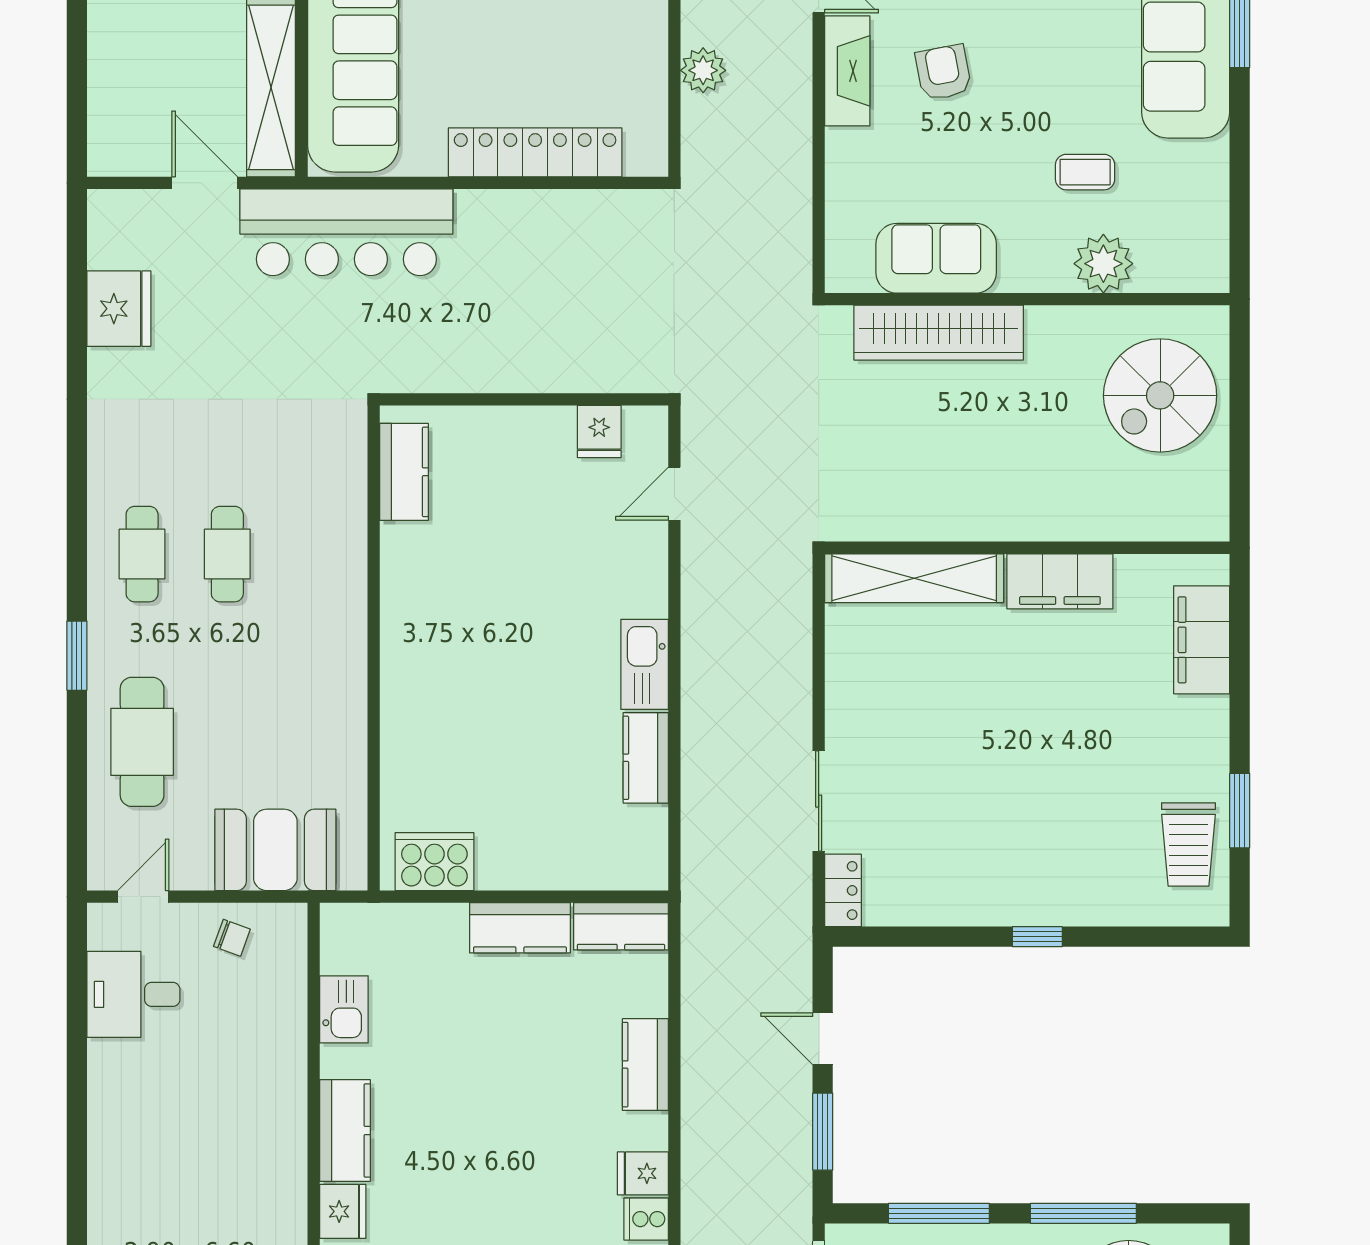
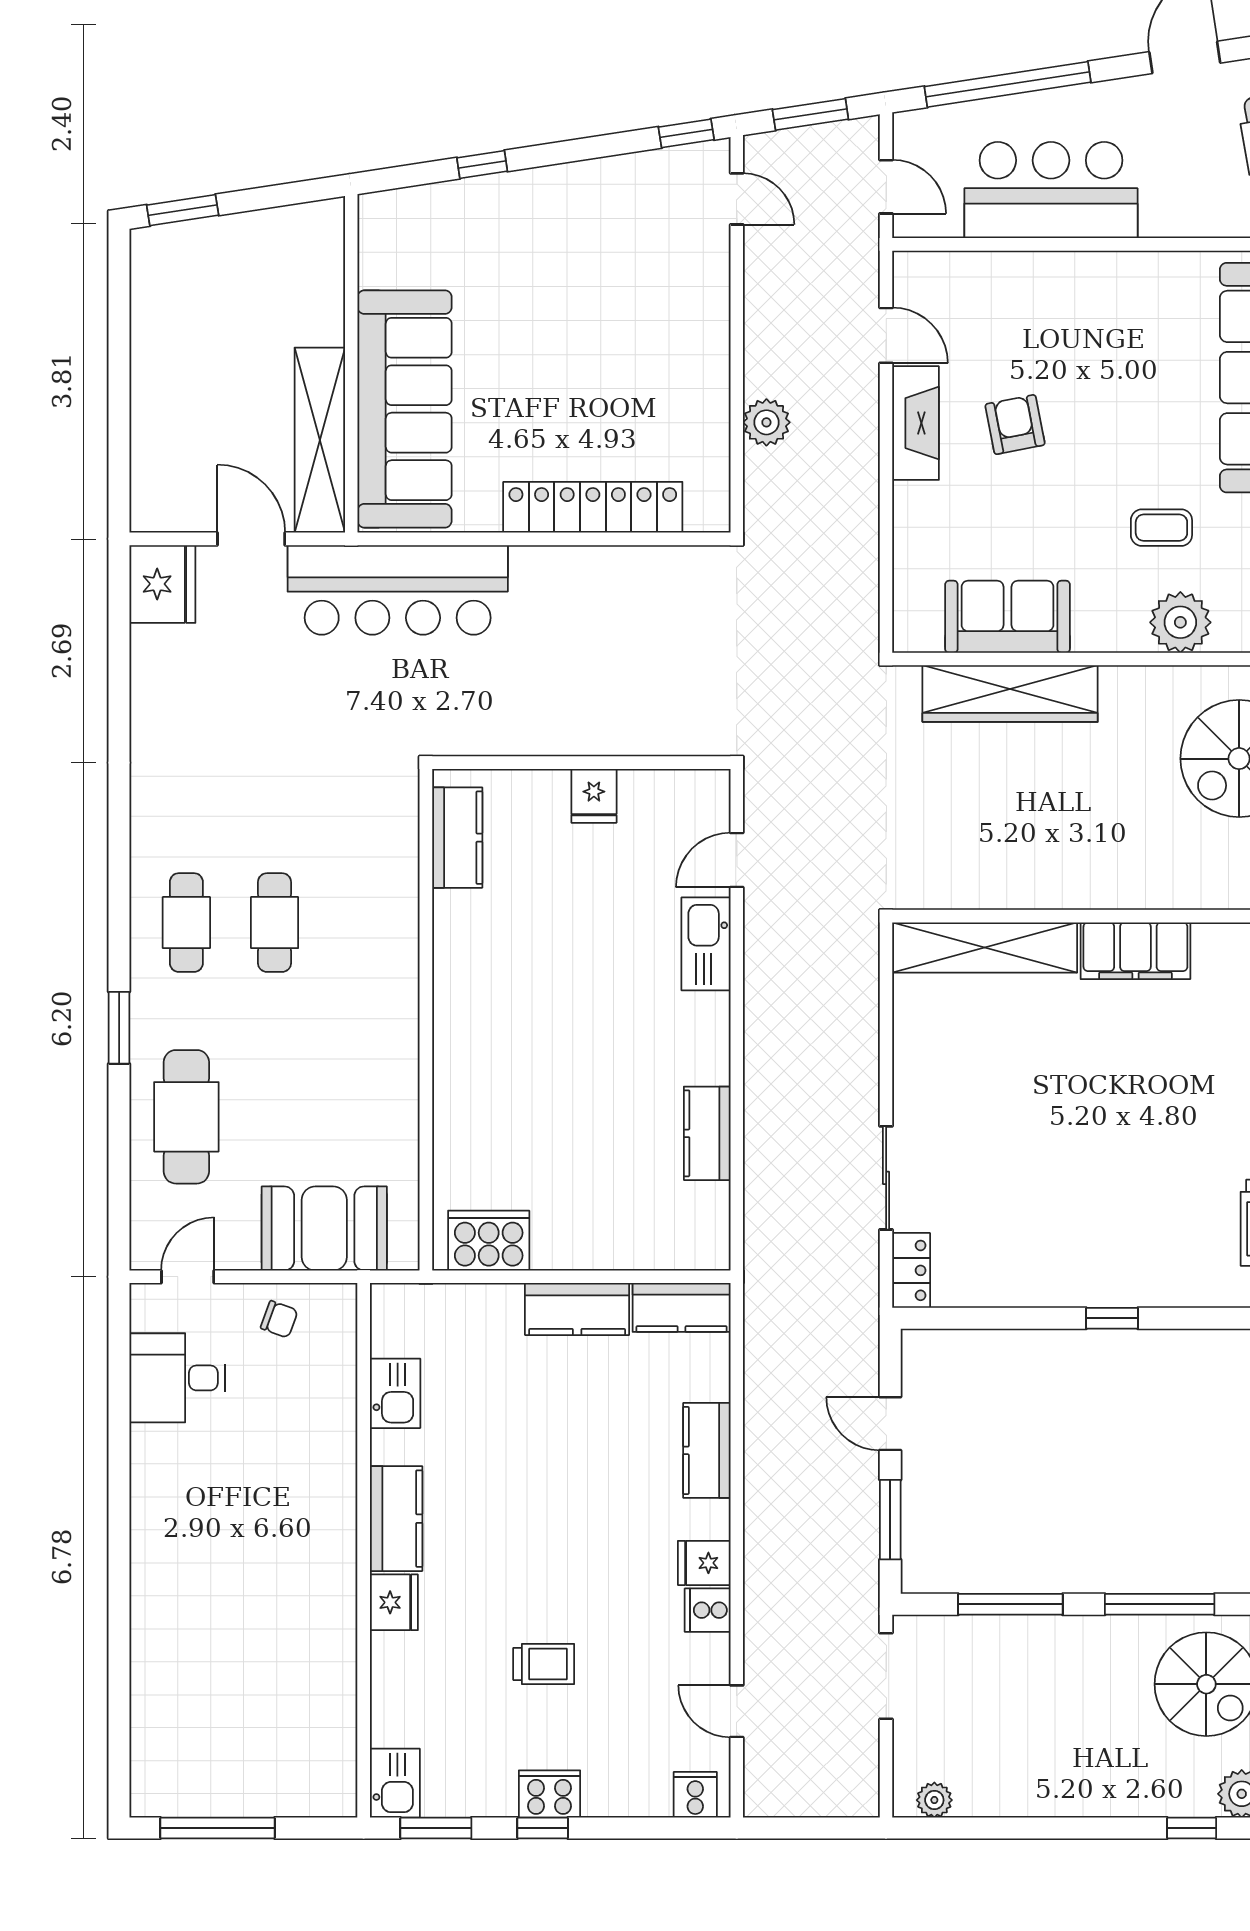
fridge: (119, 309) -> (162, 584), moved
fridge: (599, 431) -> (594, 796), moved
kitchen sink: (645, 664) -> (706, 944), moved

